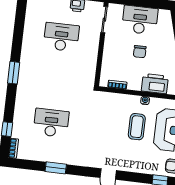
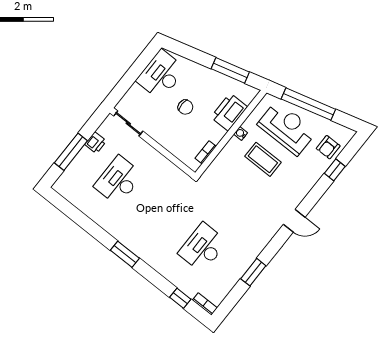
desk: (140, 20) -> (161, 75), moved

